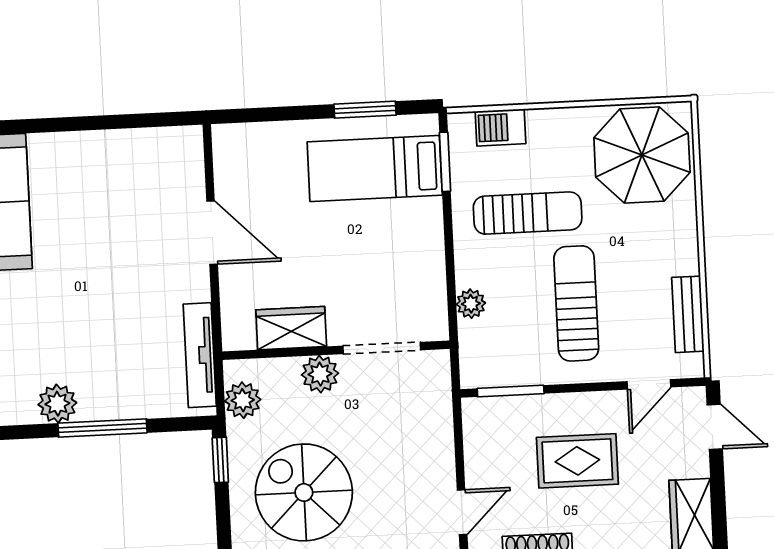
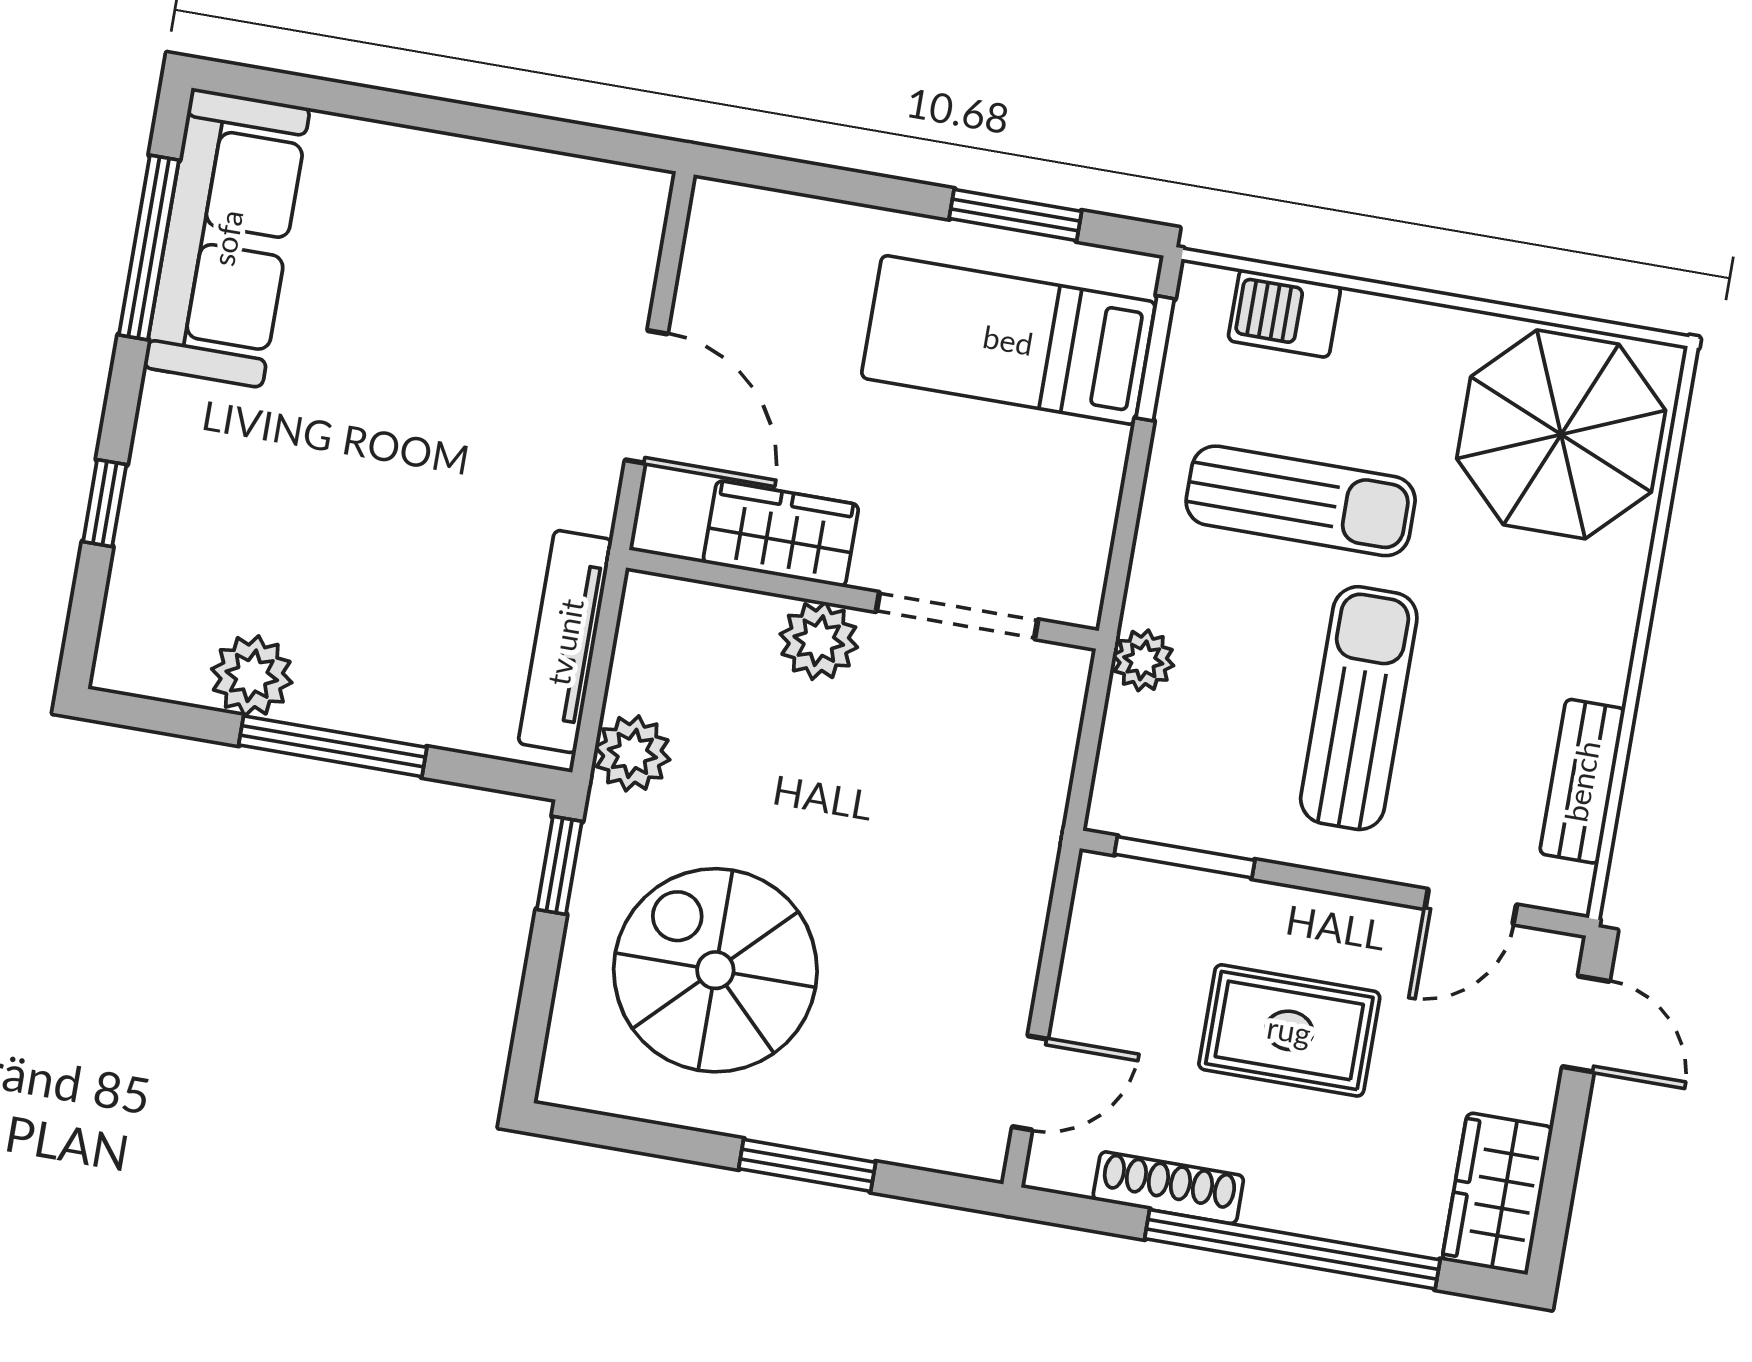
wardrobe: (291, 328) -> (781, 534), moved
doorway: (382, 348) -> (957, 616), moved
wall: (336, 350) -> (862, 599), moved
plant: (320, 374) -> (819, 641), moved

